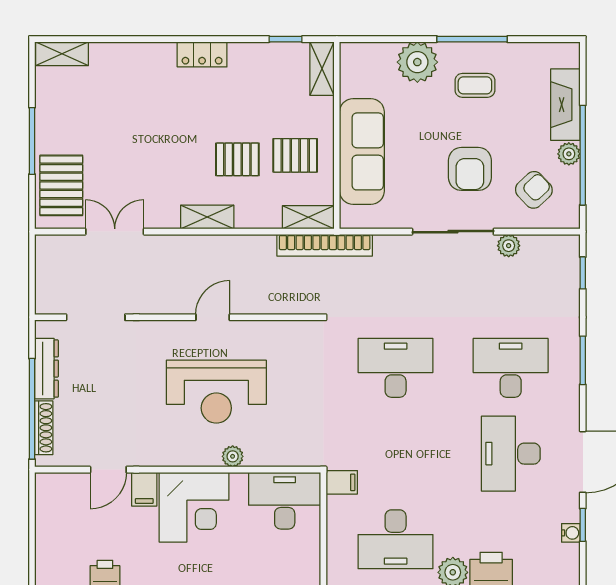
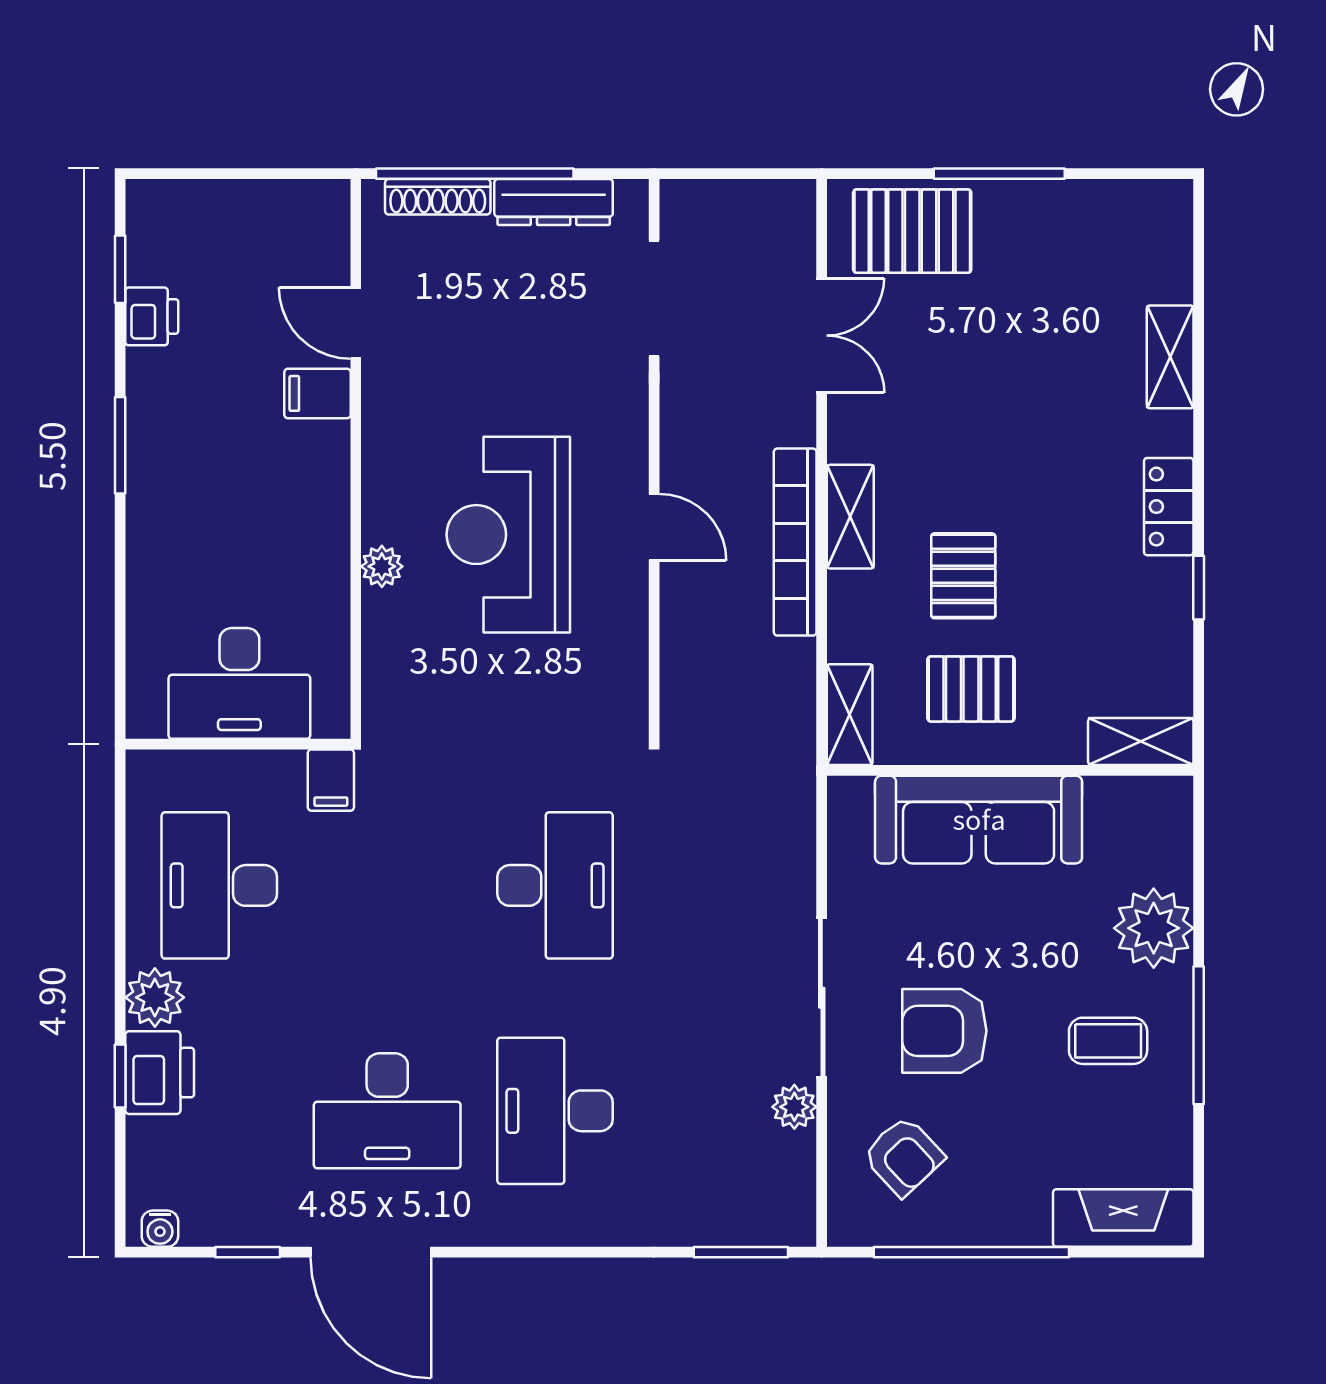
window: (286, 39) -> (1199, 588), moved
shelving: (62, 54) -> (1170, 357), moved
coffee table: (475, 85) -> (1108, 1041), turned 90
fireplace: (565, 105) -> (1123, 1218), moved
plant: (569, 154) -> (974, 1225), removed
pallet: (295, 155) -> (971, 689), turned 90
bookcase: (325, 245) -> (795, 542), moved
window: (583, 273) -> (741, 1252), width x1.50
window: (583, 360) -> (570, 1252), removed
desk: (511, 368) -> (555, 1111), turned 180
desk: (511, 454) -> (387, 1111), turned 180
desk: (285, 501) -> (239, 683), moved, turned 90
corner desk: (194, 507) -> (282, 491), removed
water cooler: (571, 533) -> (160, 1229), moved

